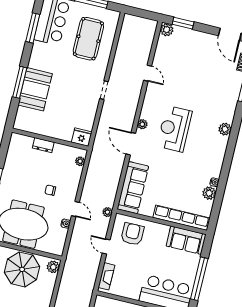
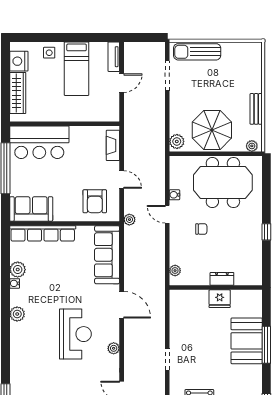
plant: (142, 124) -> (114, 348), moved
plant: (225, 129) -> (17, 314), moved
fridge: (82, 137) -> (220, 299), moved

